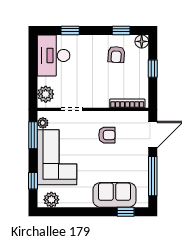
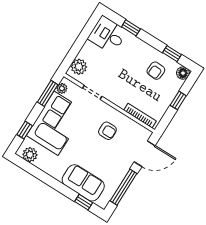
desk: (53, 55) -> (108, 35), width x0.73

